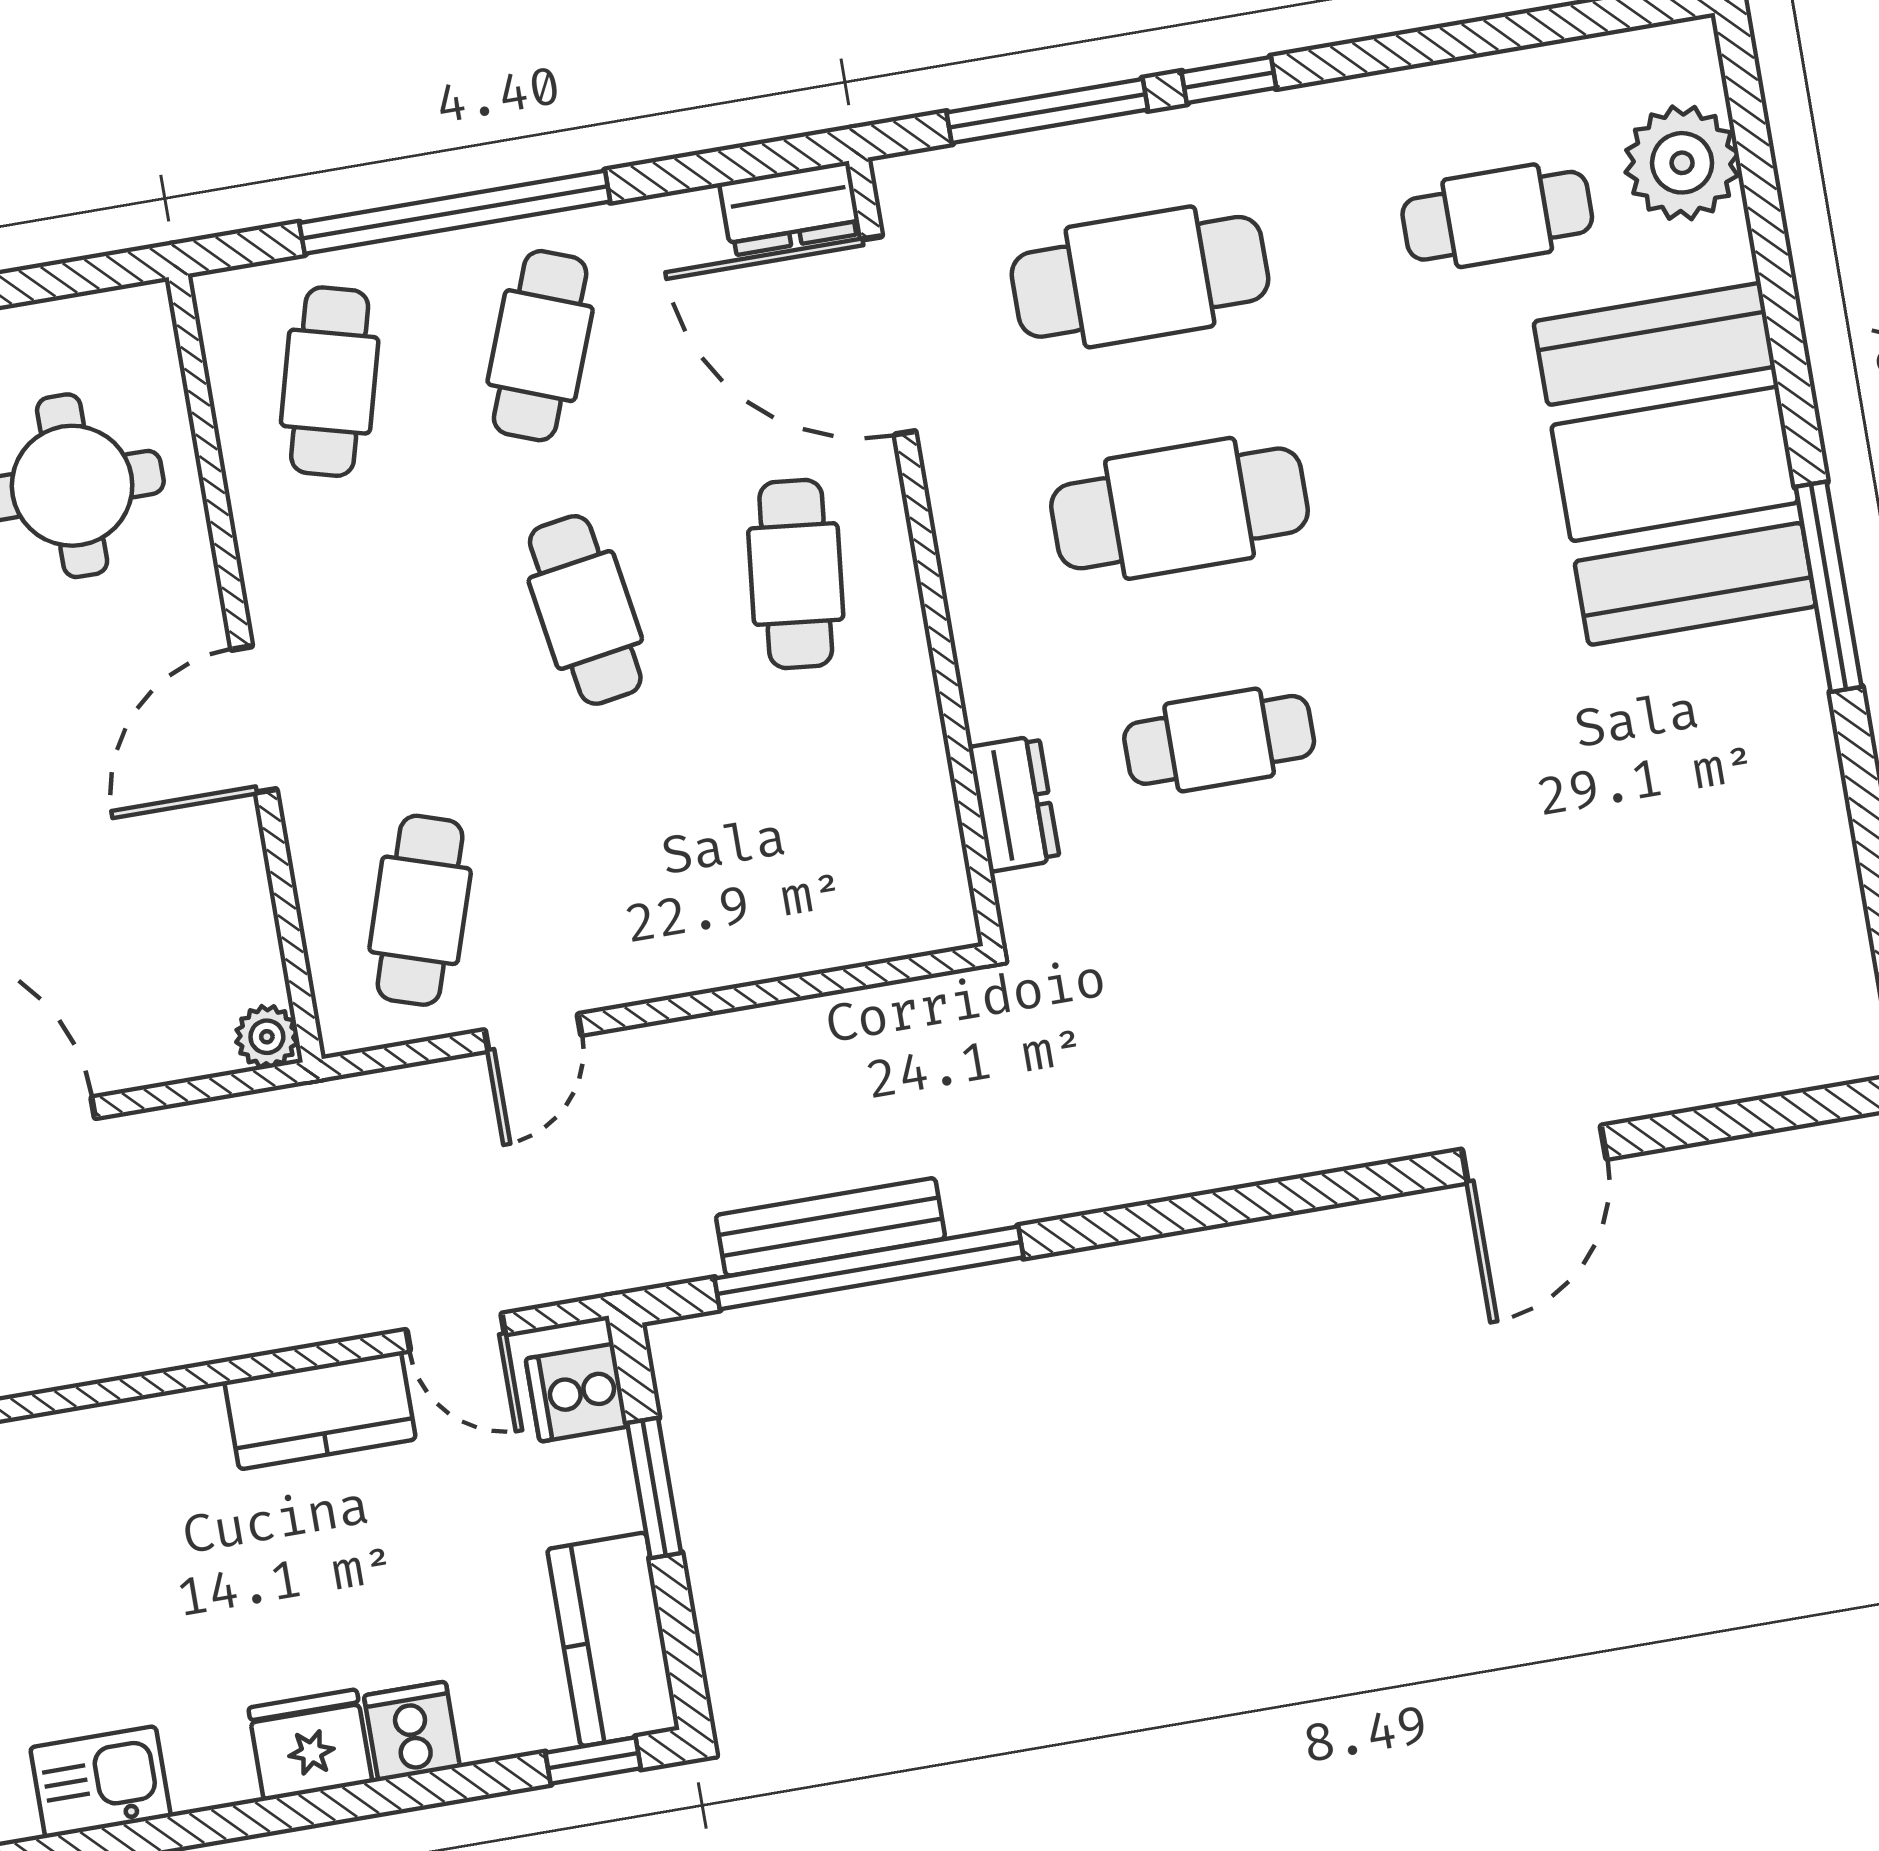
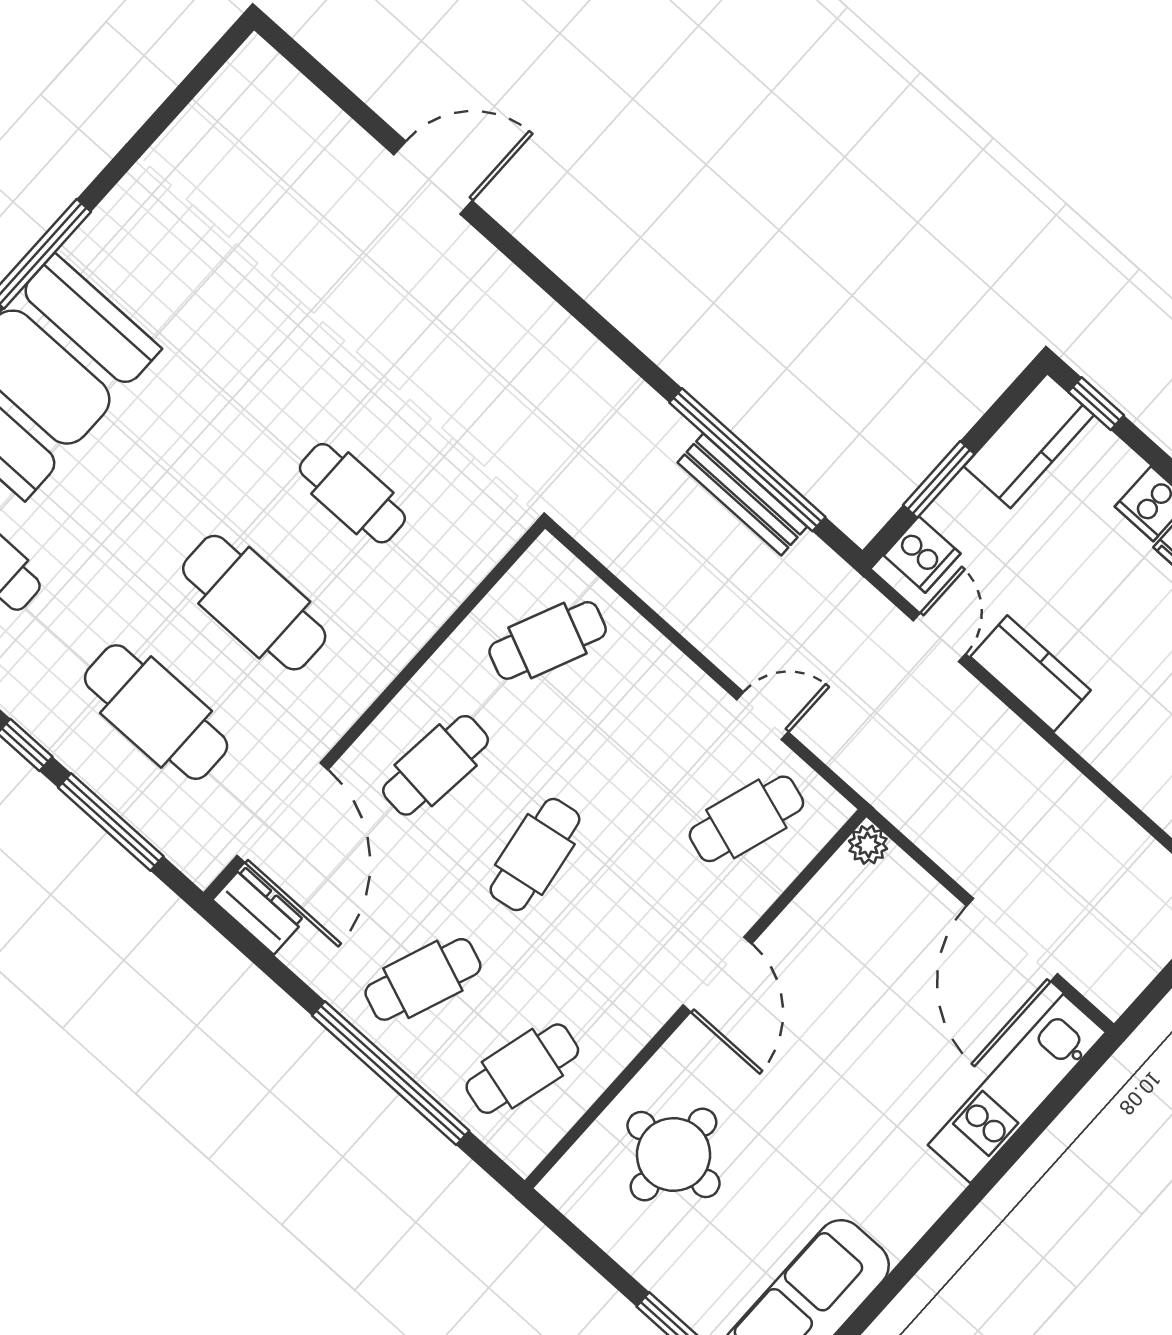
door: (254, 719) -> (717, 974), hinge flipped
dresser: (1014, 804) -> (463, 569), removed
cafe table: (841, 838) -> (548, 640), added

